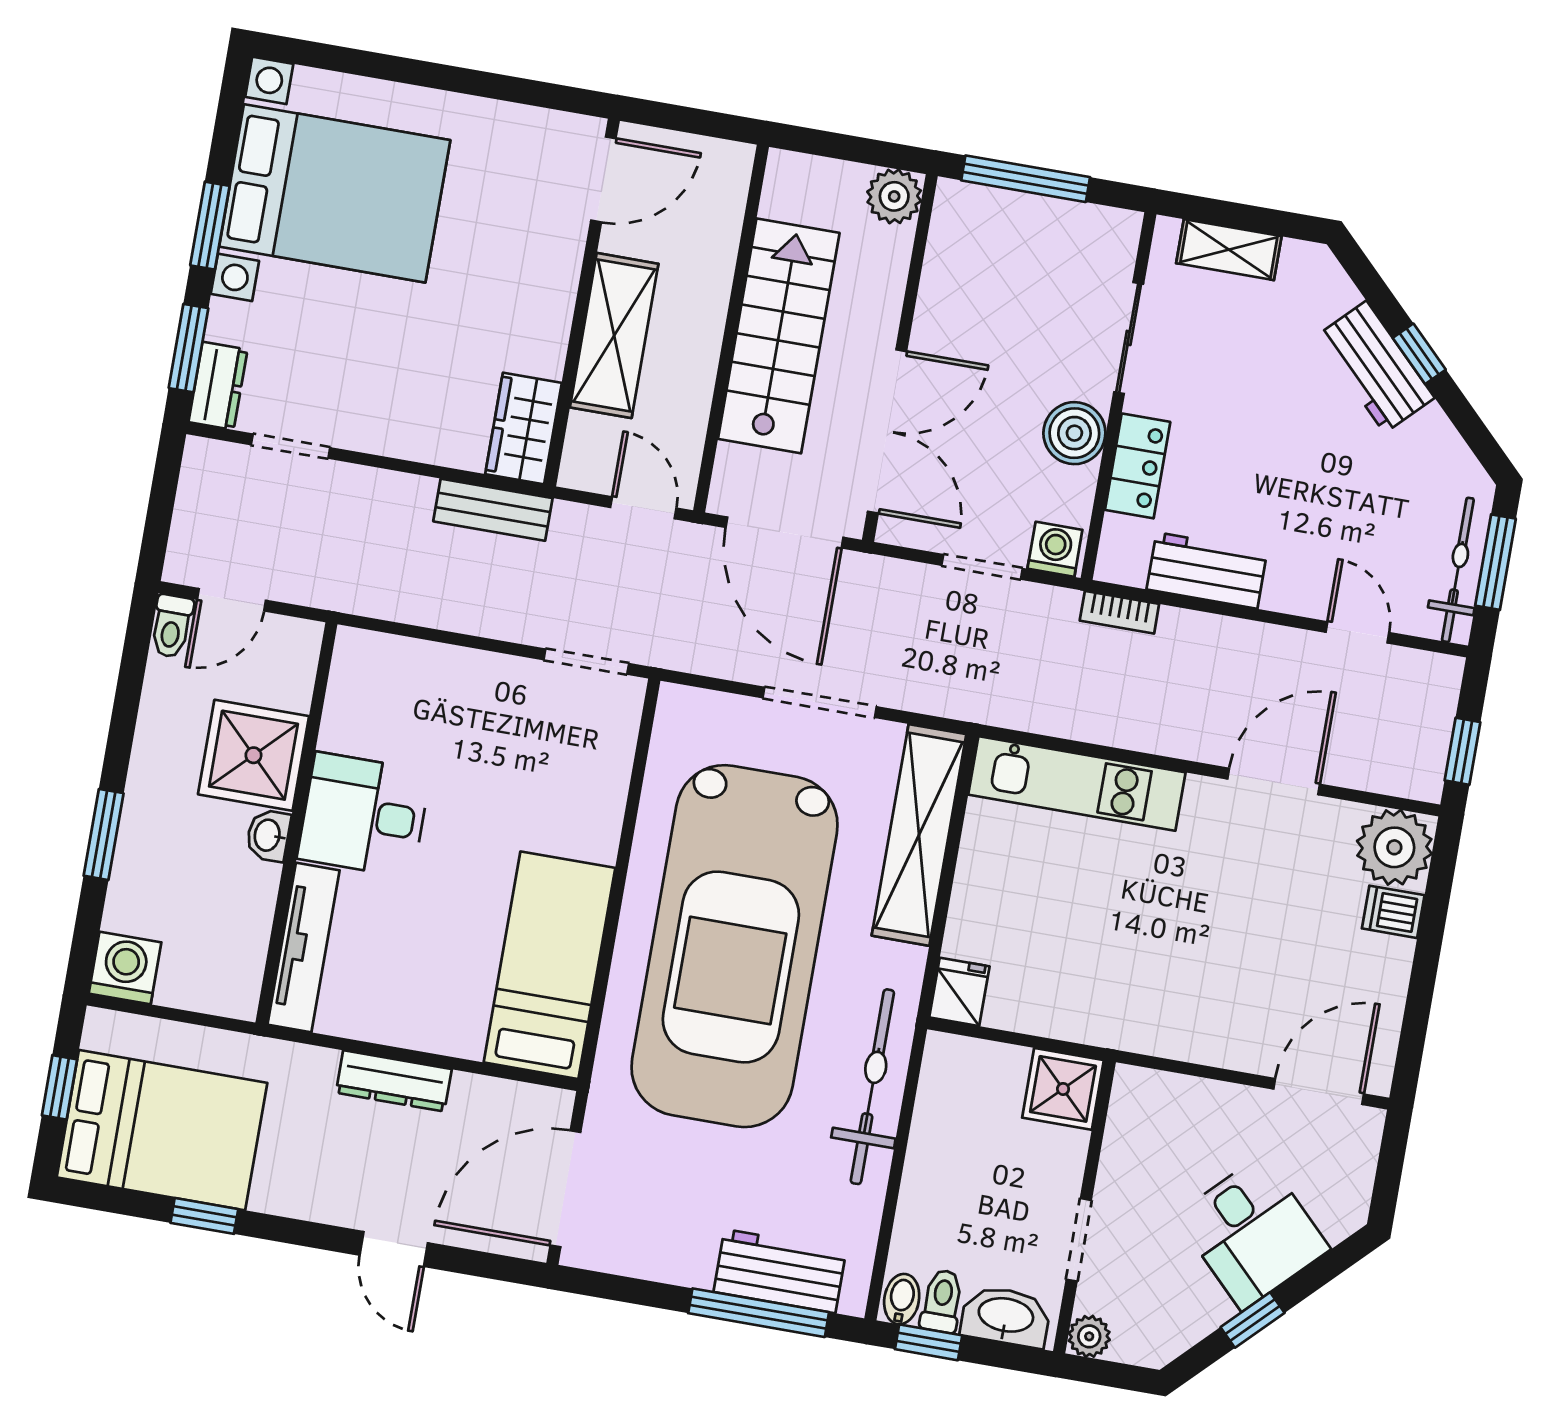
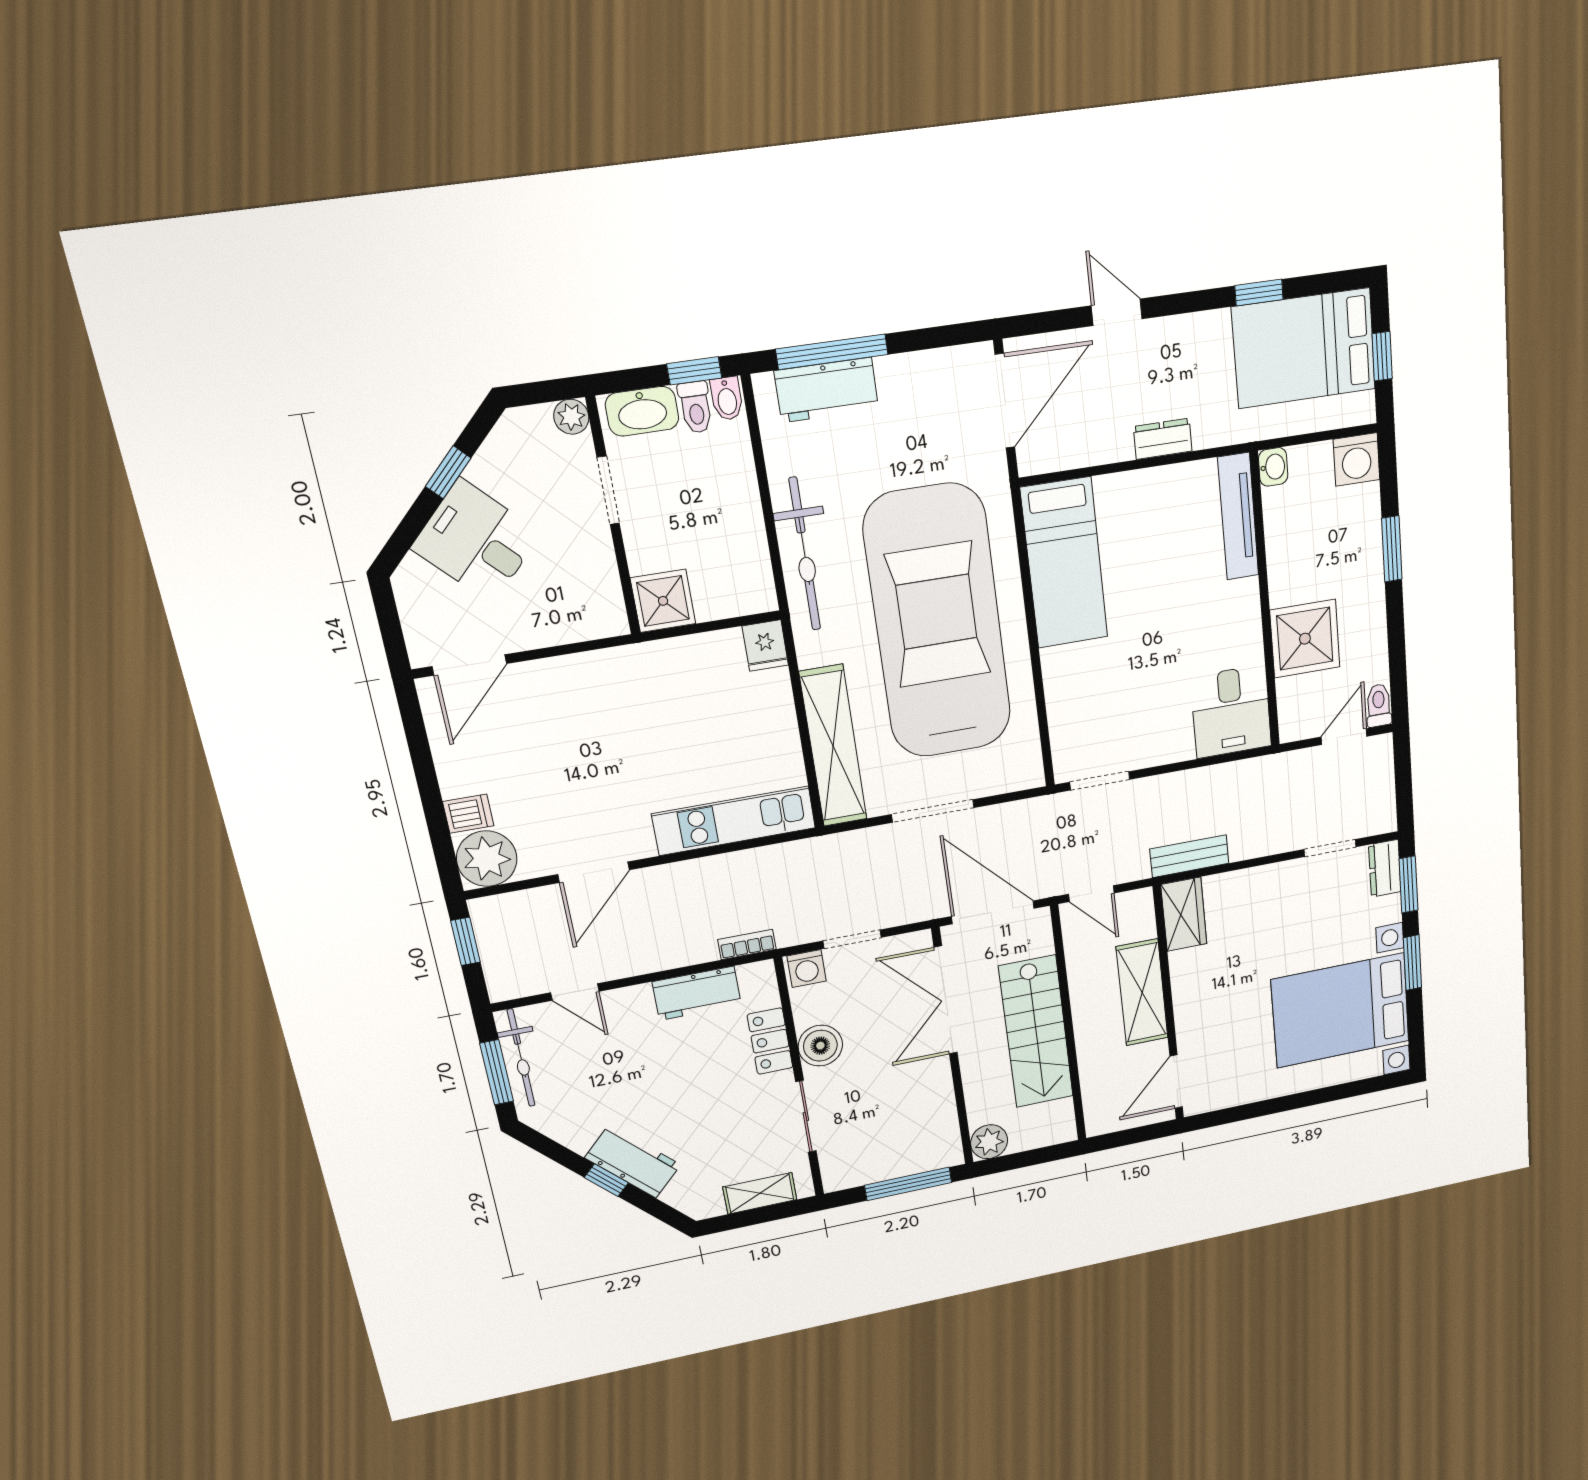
desk: (364, 815) -> (1231, 712), moved, turned 90
washbasin: (268, 835) -> (1273, 467), moved
dresser: (394, 1081) -> (1163, 439), width x0.70

